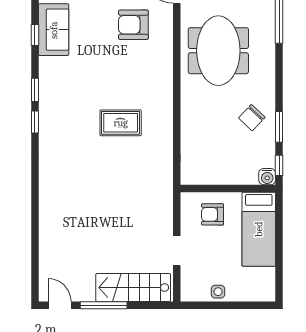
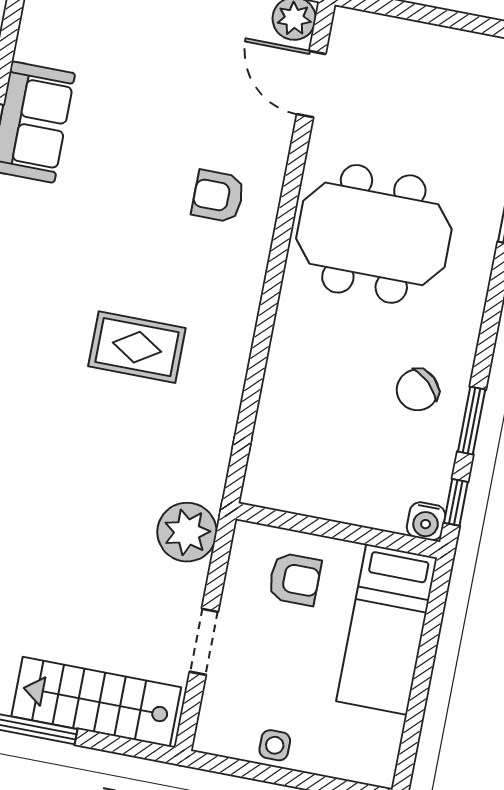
armchair: (133, 25) -> (218, 196), moved, width x0.72, depth x0.72
meeting table: (218, 51) -> (374, 234), turned 90
plant: (160, 202) -> (187, 532), added
armchair: (213, 214) -> (295, 579), turned 180

